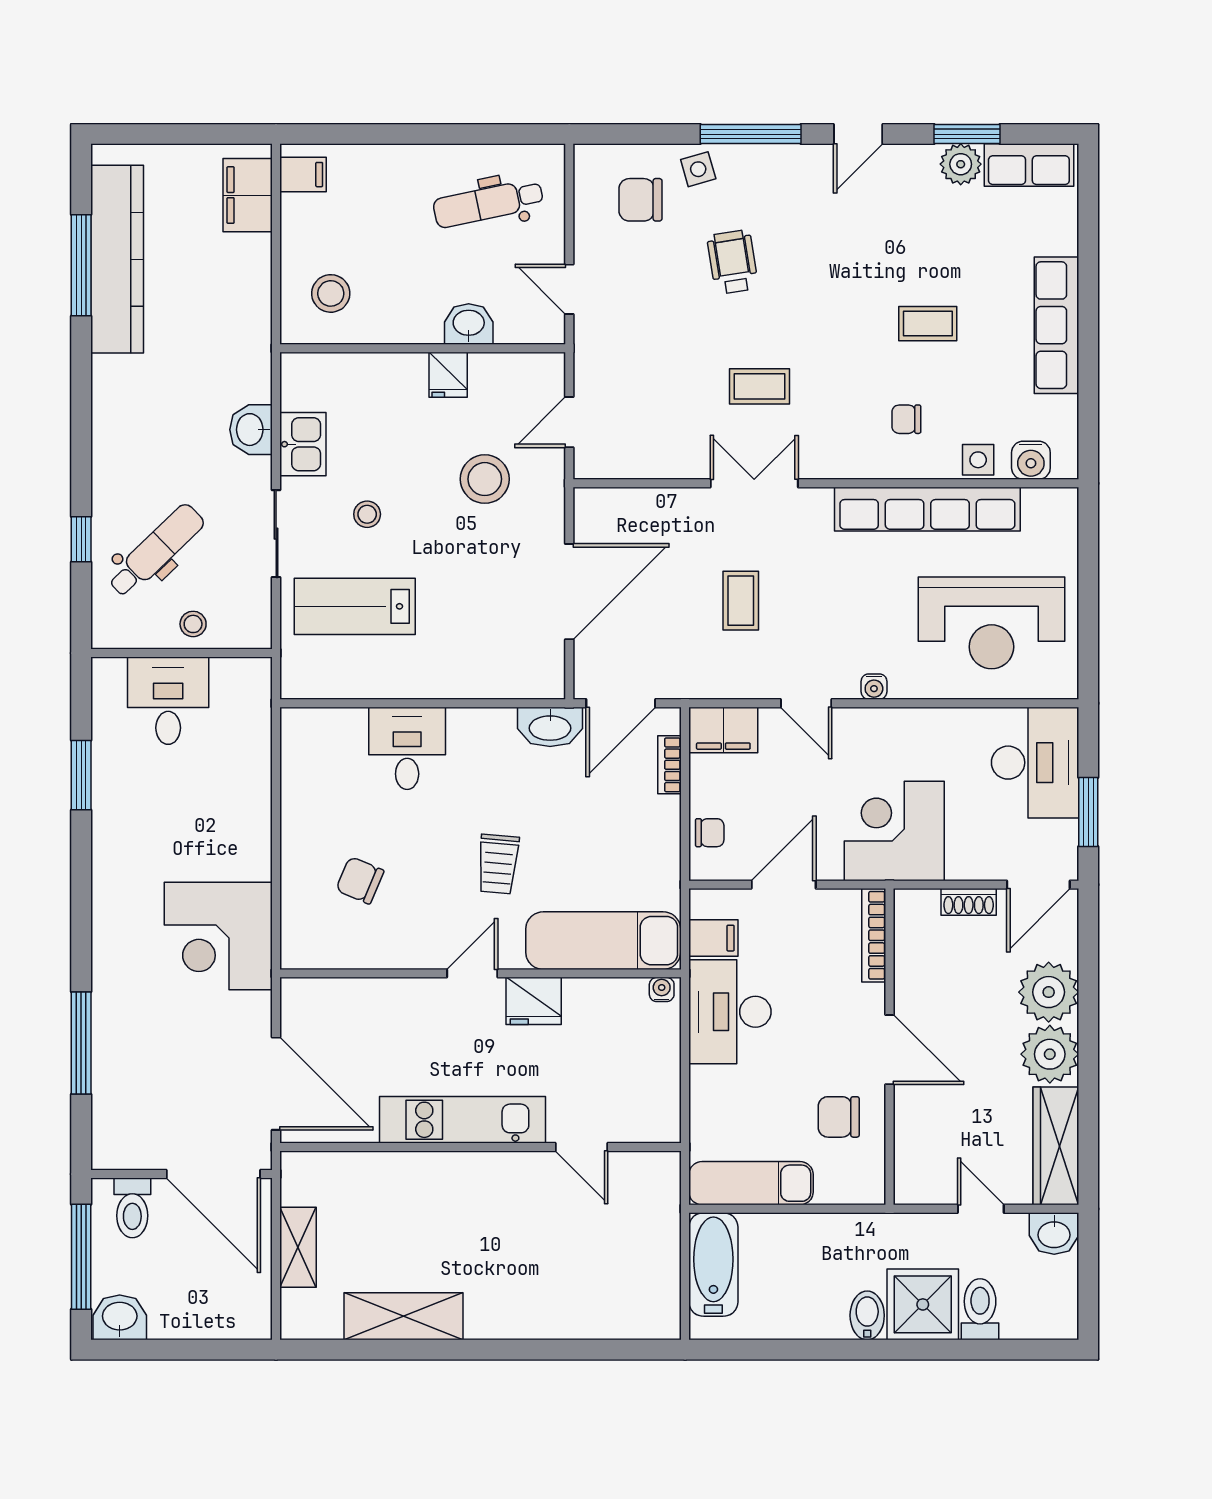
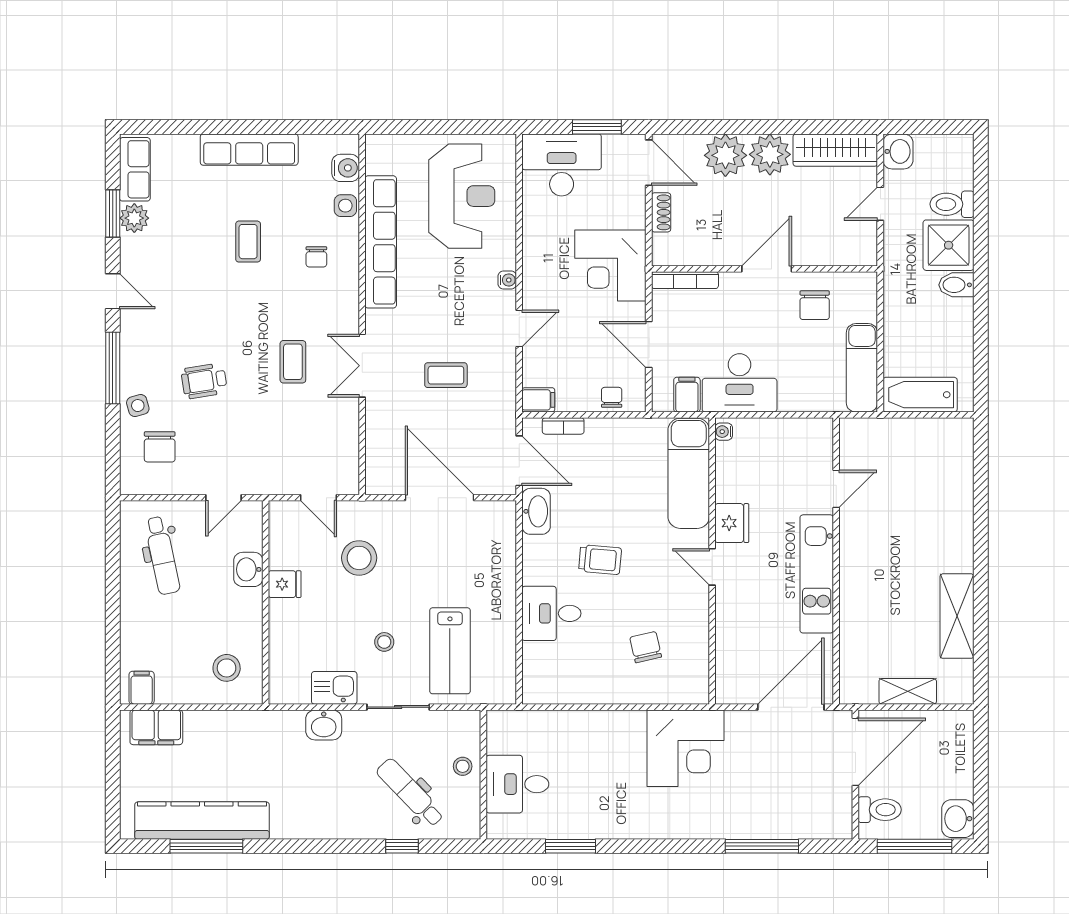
filing cabinet: (723, 730) -> (538, 400), width x0.50
trolley: (498, 864) -> (600, 560), moved
chair: (360, 880) -> (646, 647), turned 144

